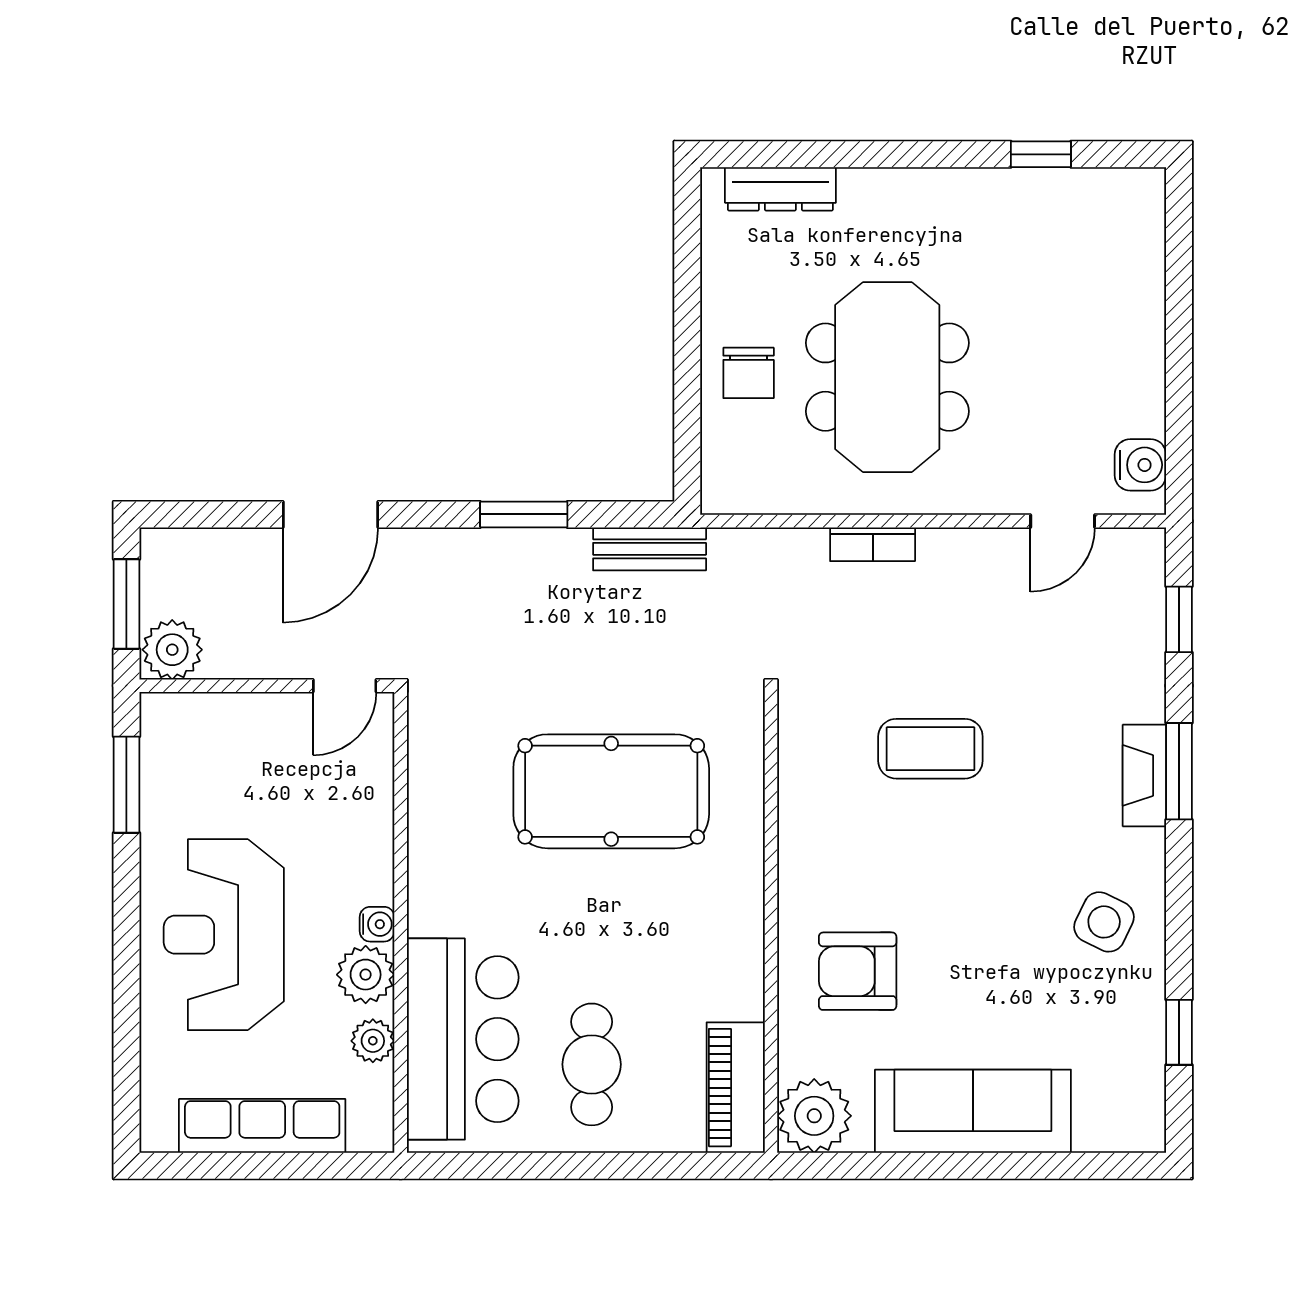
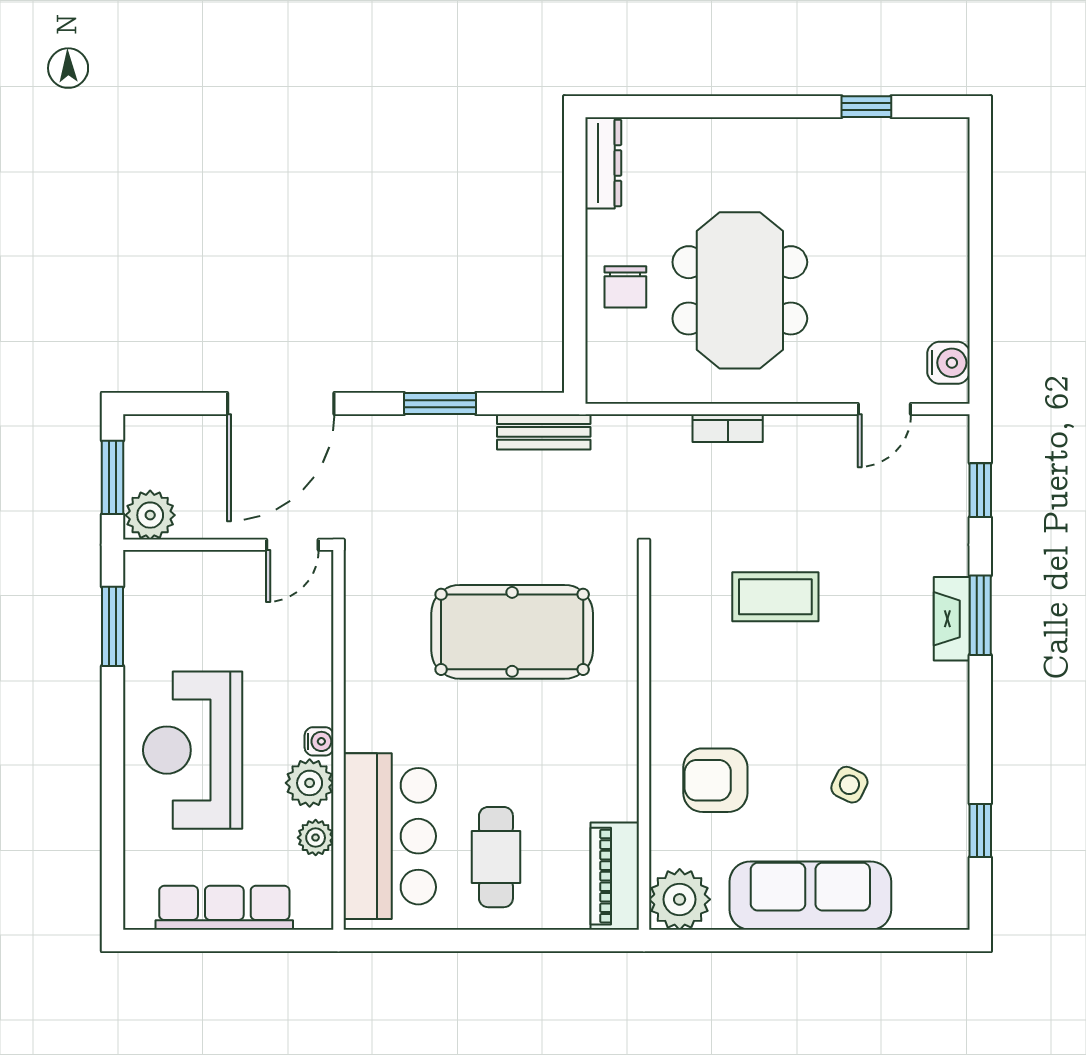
dresser: (780, 189) -> (603, 163), moved, turned -90
door: (331, 514) -> (281, 404), width x1.36
side table: (1104, 922) -> (849, 785), moved, width x0.73, depth x0.73

